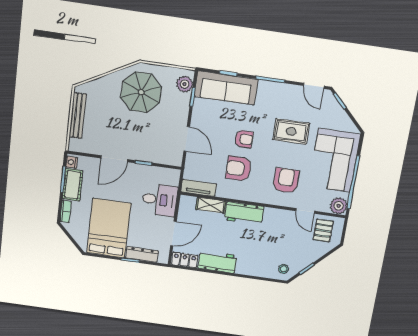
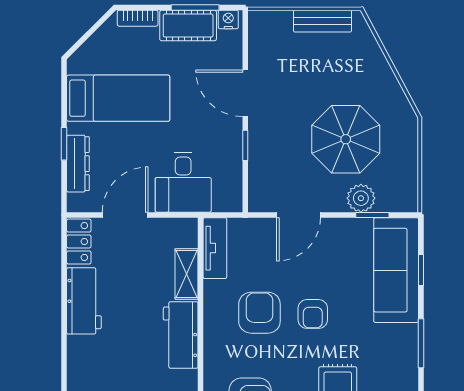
plant: (185, 84) -> (361, 198), moved
parasol: (141, 92) -> (346, 139), moved
bench: (78, 116) -> (322, 21), width x0.73
bed: (109, 228) -> (118, 98), width x0.67
door: (173, 234) -> (125, 215), swing flipped

